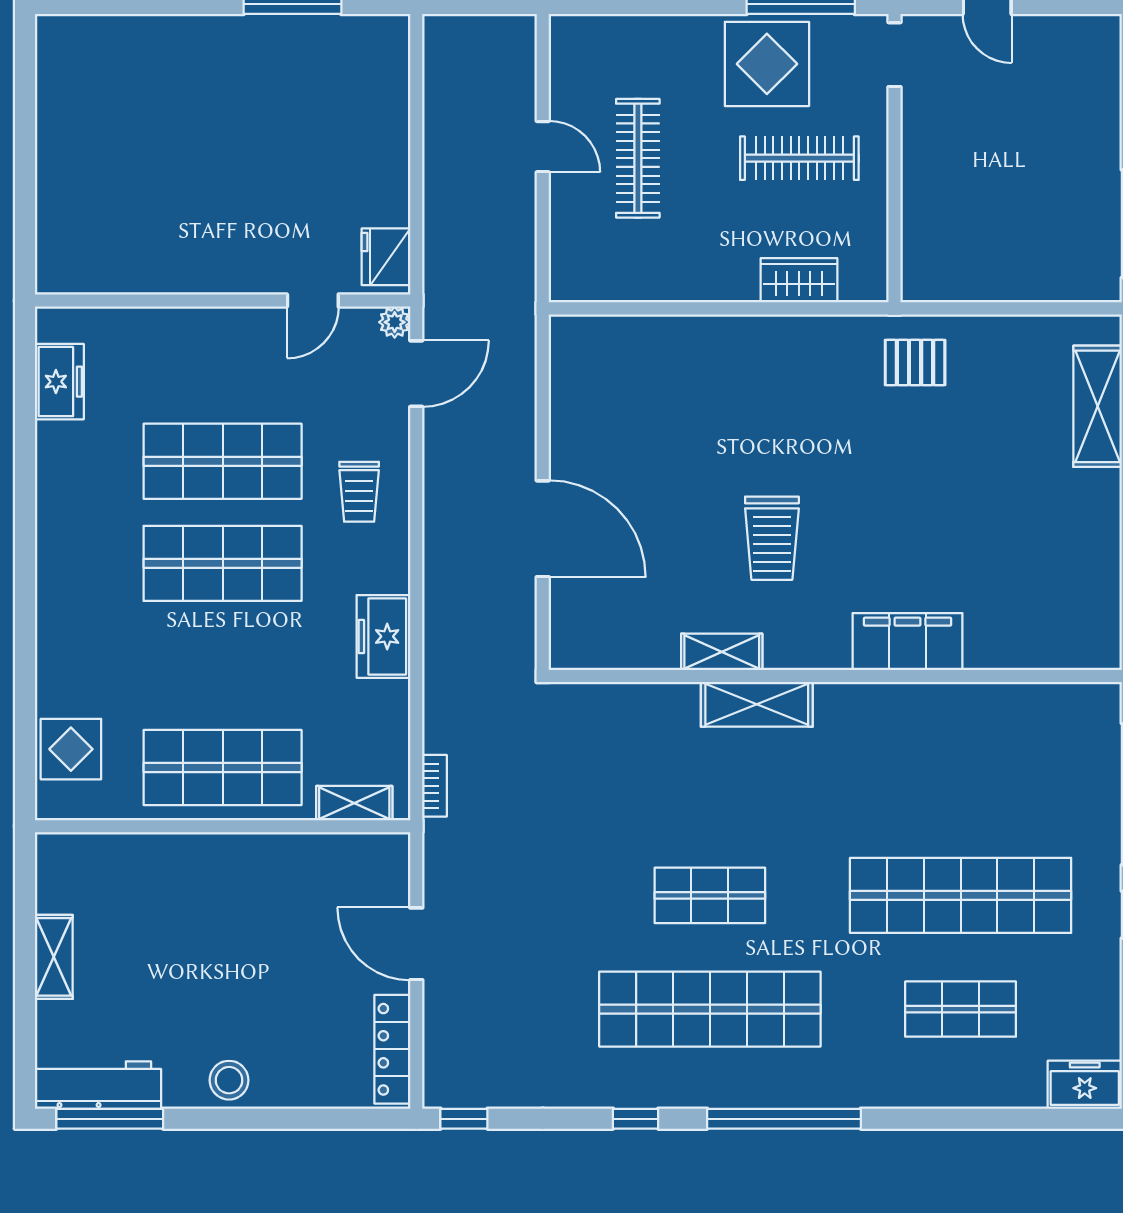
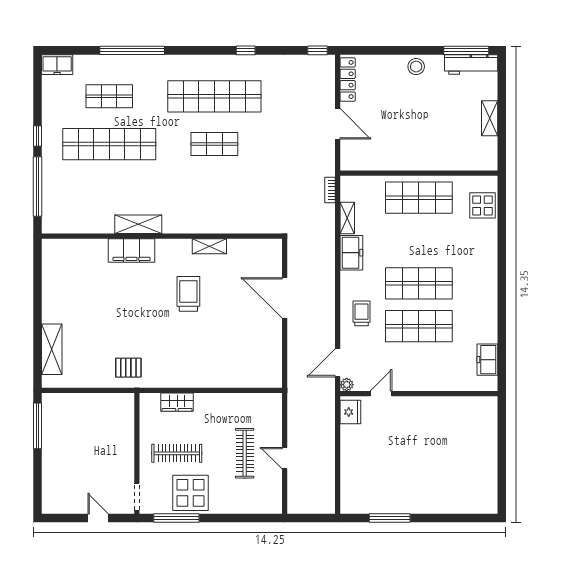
shelving: (757, 704) -> (138, 224), moved
shelving: (354, 803) -> (347, 218), moved, turned 90
window: (784, 1119) -> (132, 50), moved

